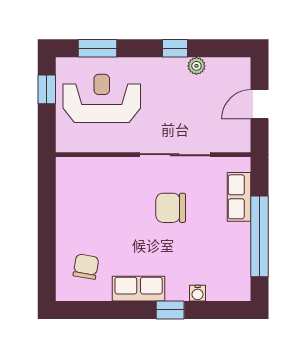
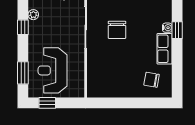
water cooler: (198, 293) -> (167, 28), moved

